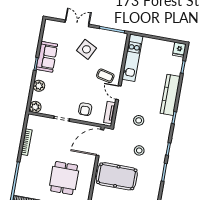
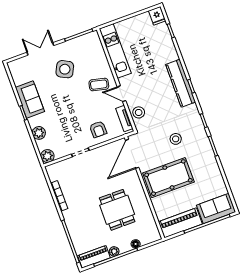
kitchen counter: (170, 95) -> (181, 83), moved
stool: (139, 120) -> (139, 112), moved

